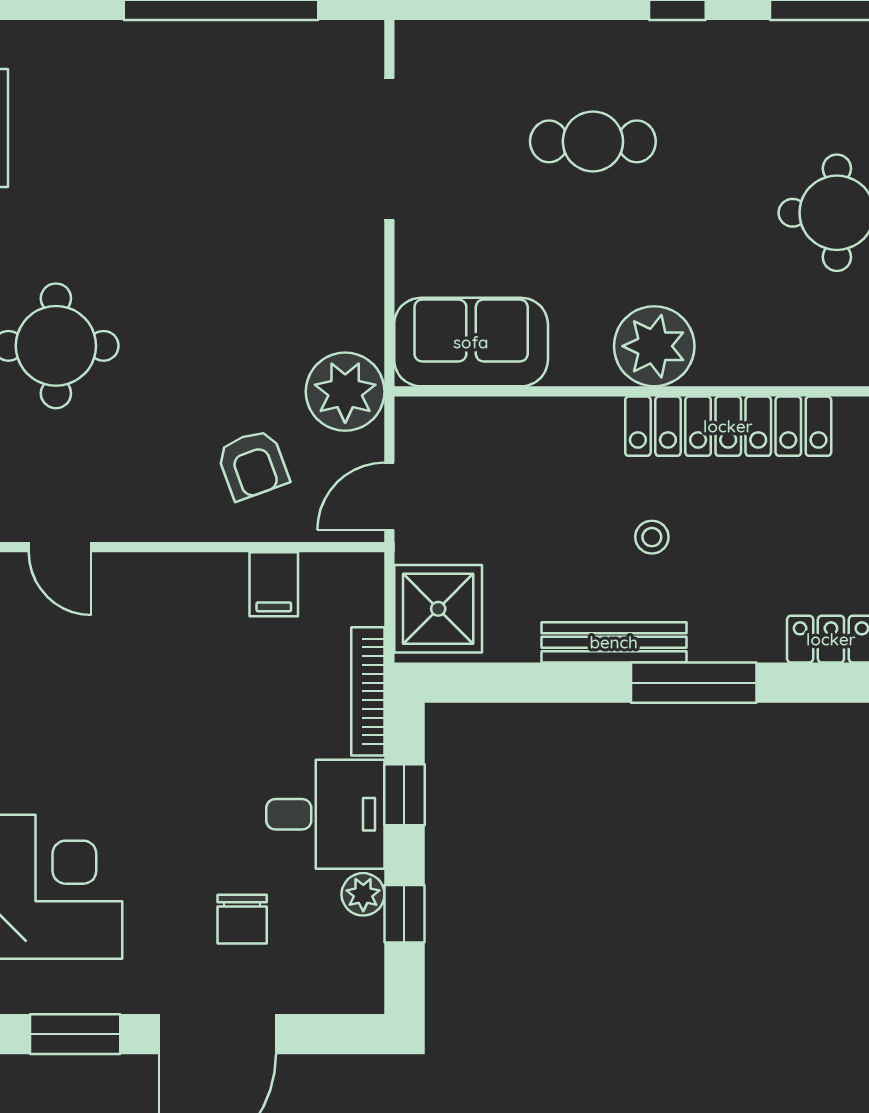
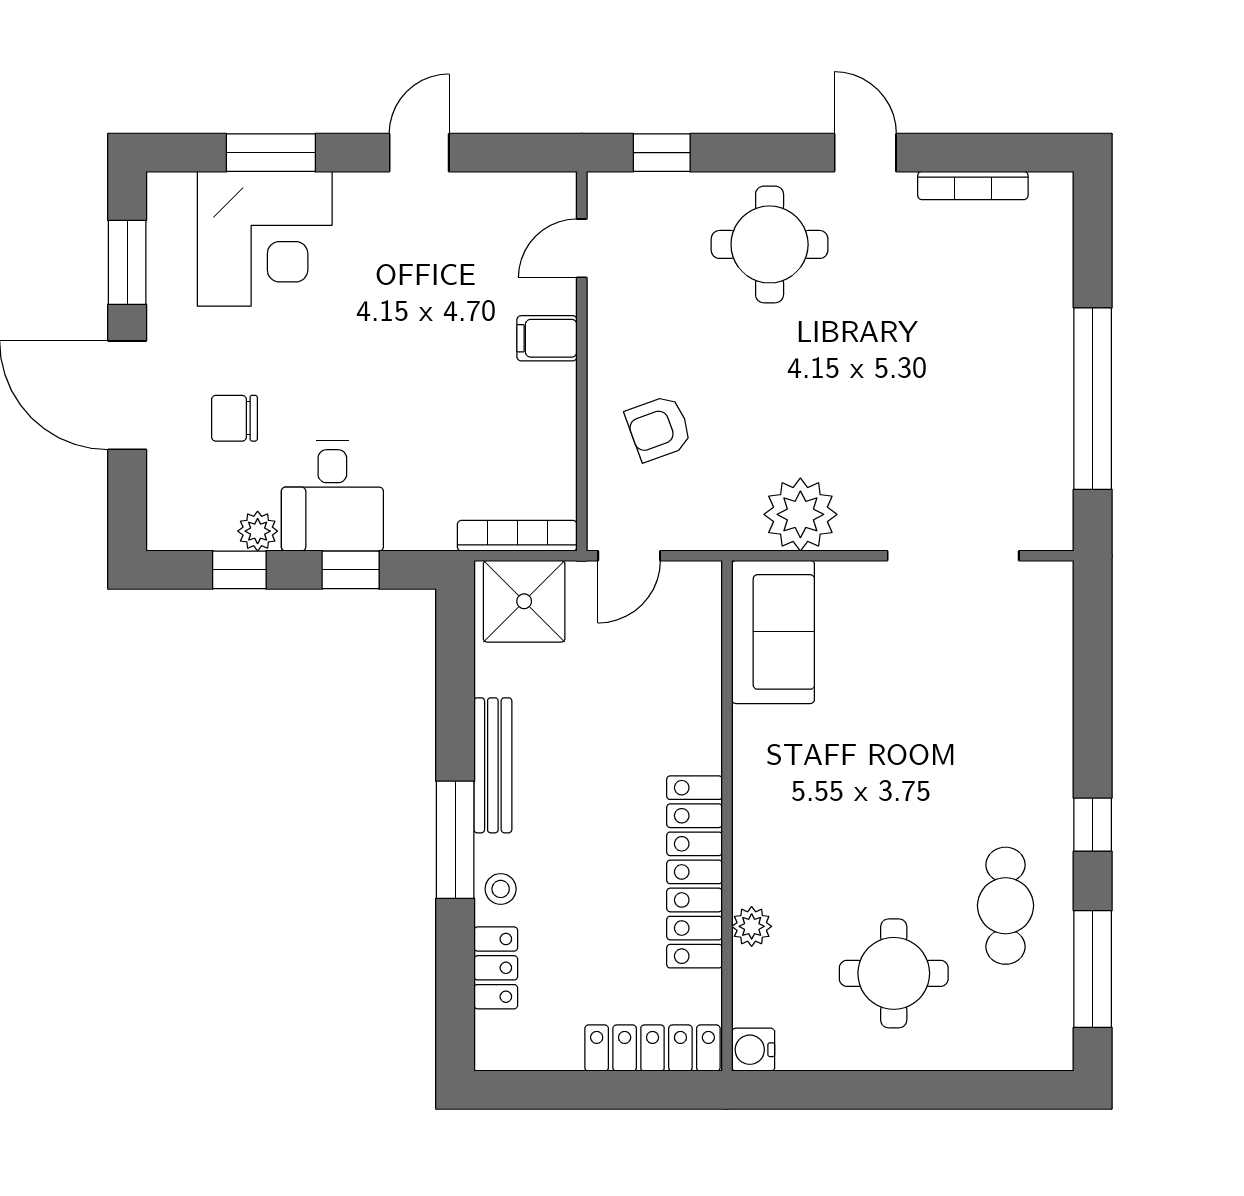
cafe table: (593, 141) -> (1006, 906), moved
plant: (654, 346) -> (752, 926), moved, width x0.53, depth x0.53
plant: (345, 392) -> (800, 514), moved
door: (389, 496) -> (629, 556), swing flipped
stool: (652, 537) -> (501, 889), moved
filing cabinet: (274, 584) -> (547, 338), moved
bookcase: (368, 691) -> (517, 536), moved

